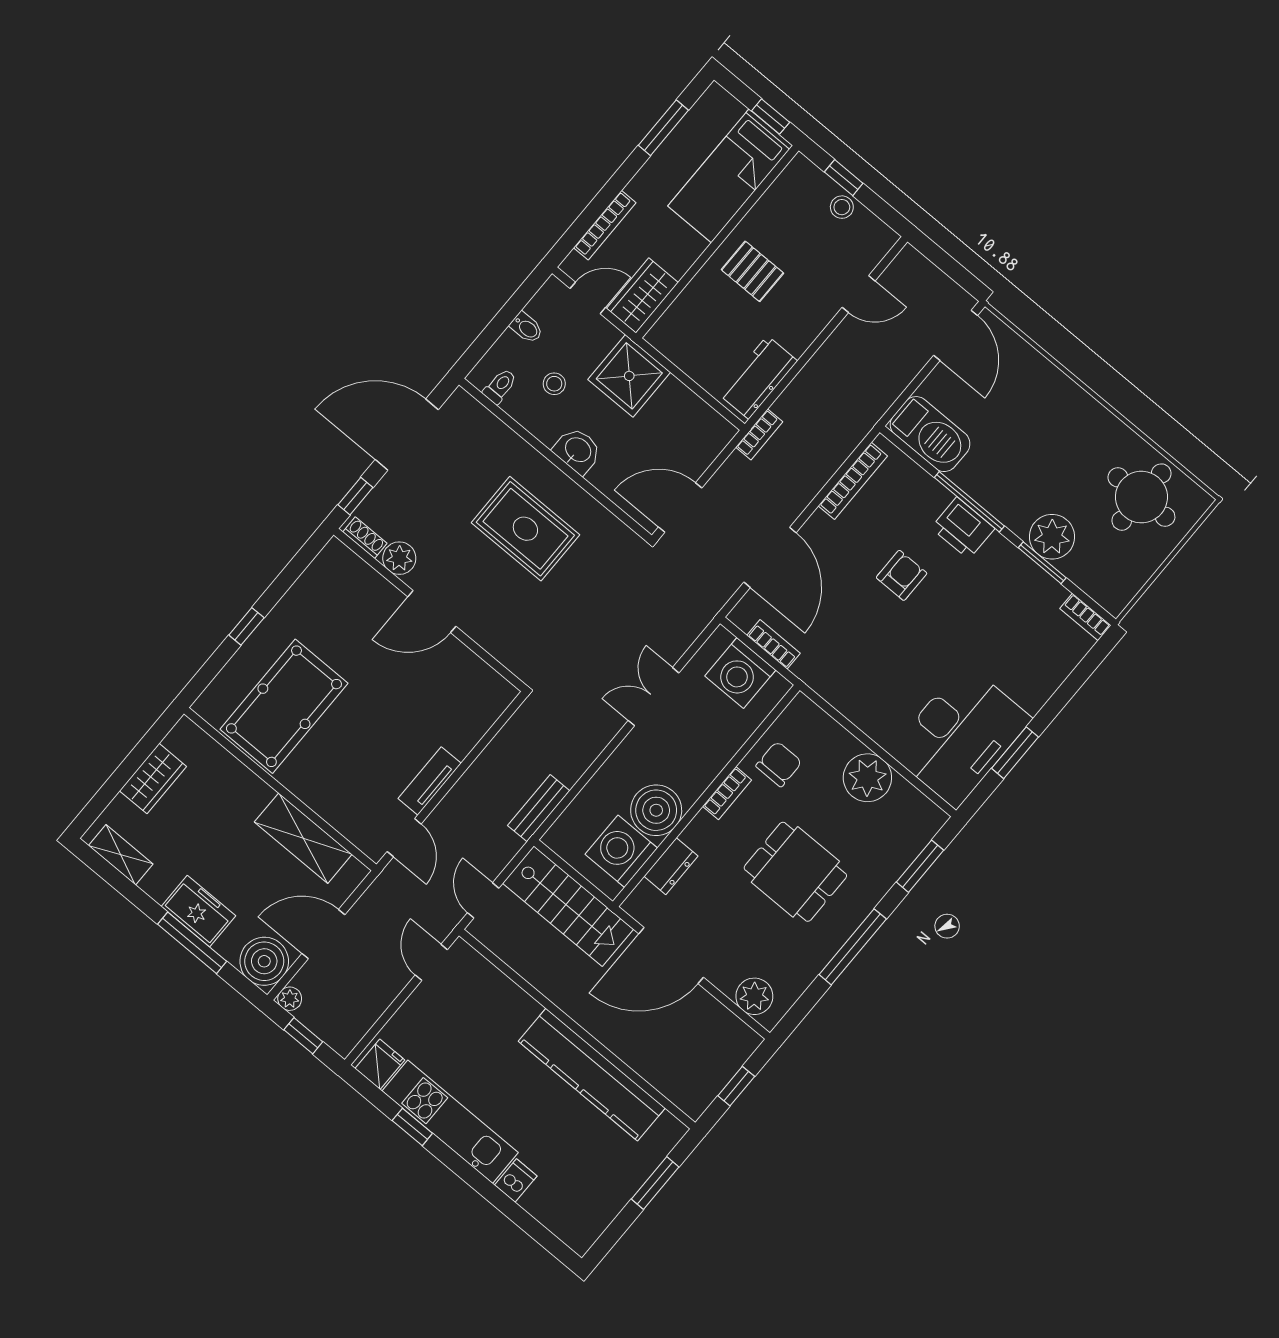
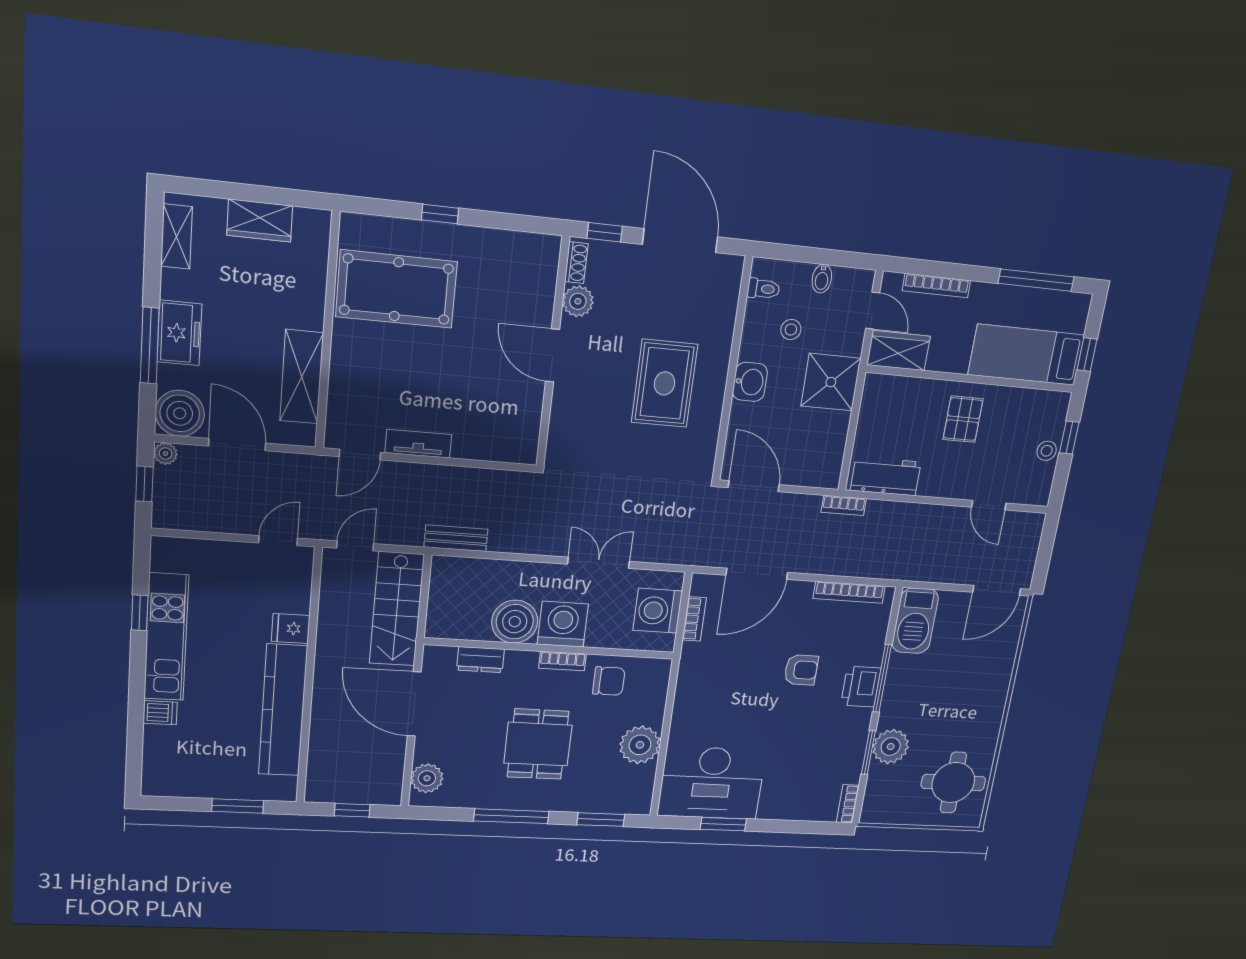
window: (663, 128) -> (1036, 280), width x1.44
washing machine: (621, 851) -> (563, 624), moved
fridge: (380, 1064) -> (291, 628), moved, turned 180

